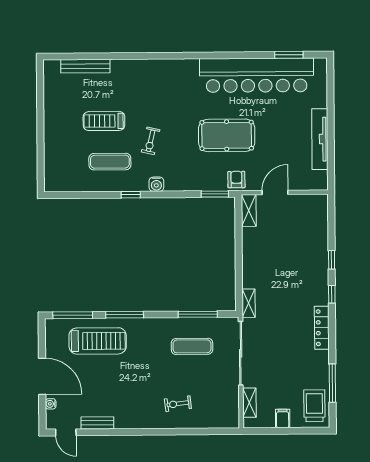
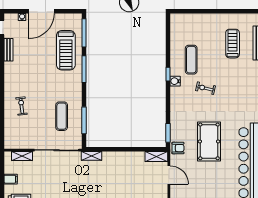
treadmill: (104, 121) -> (233, 44), moved
water cooler: (156, 184) -> (175, 81), moved

